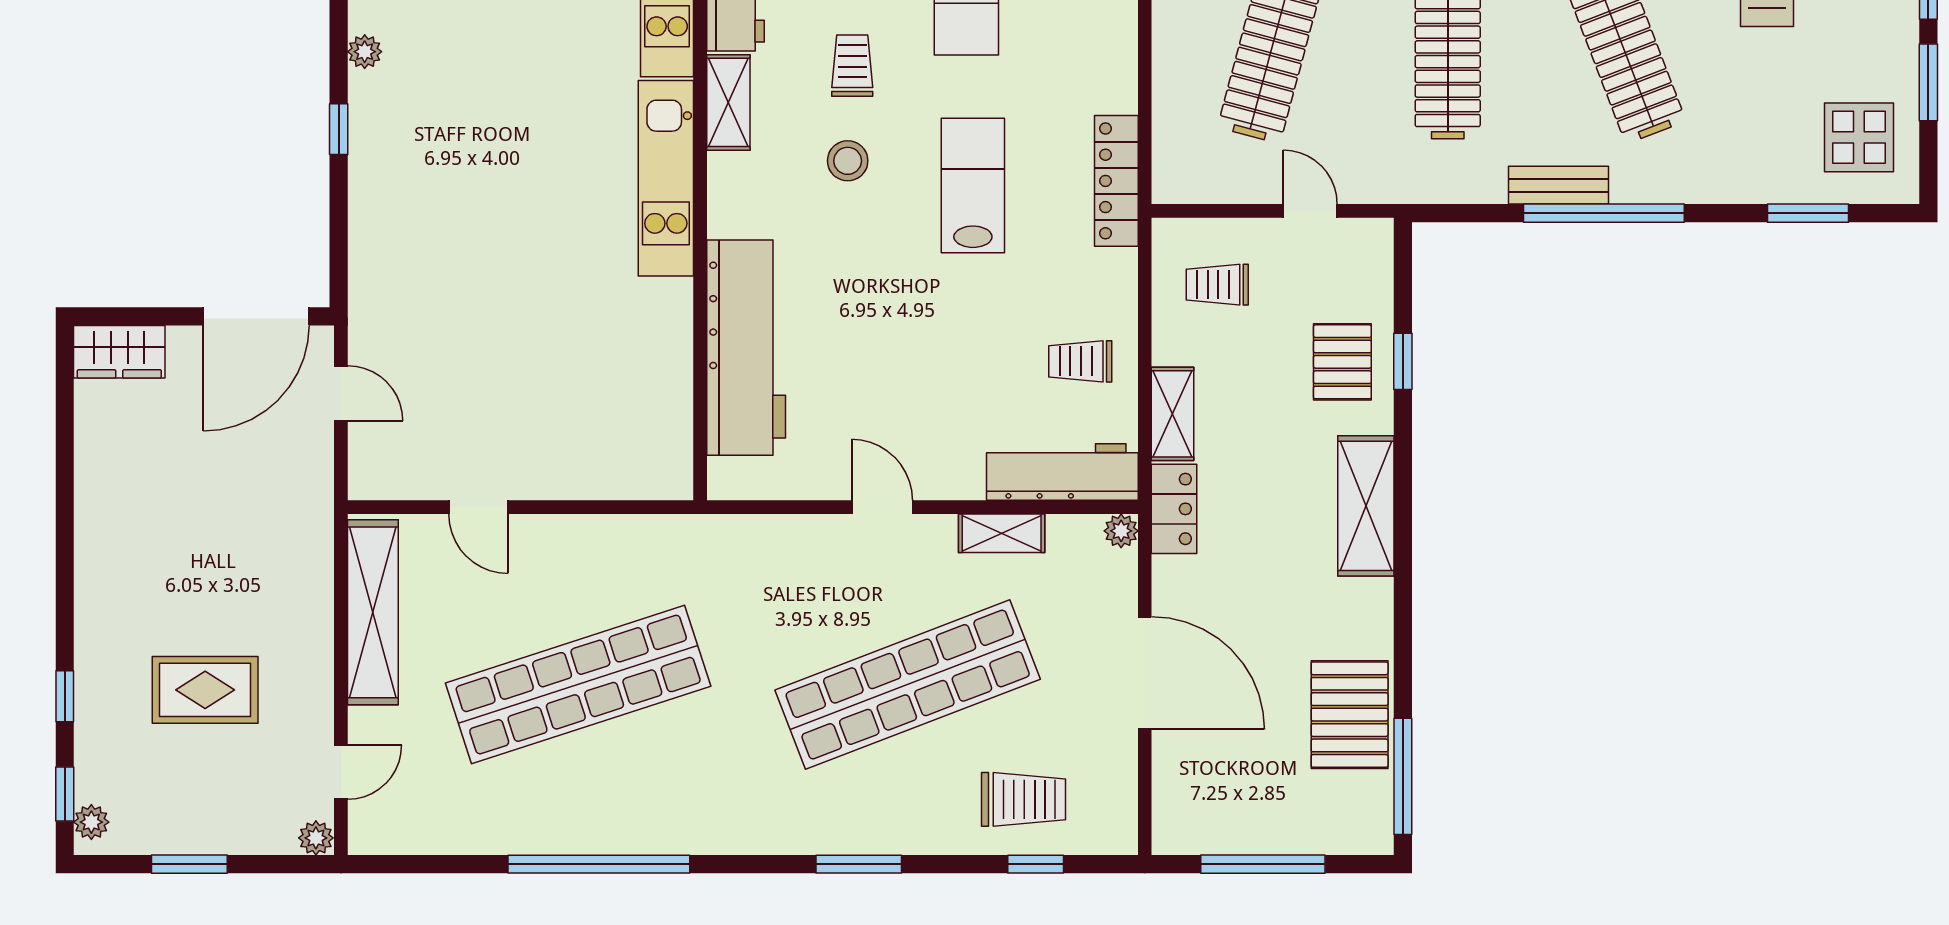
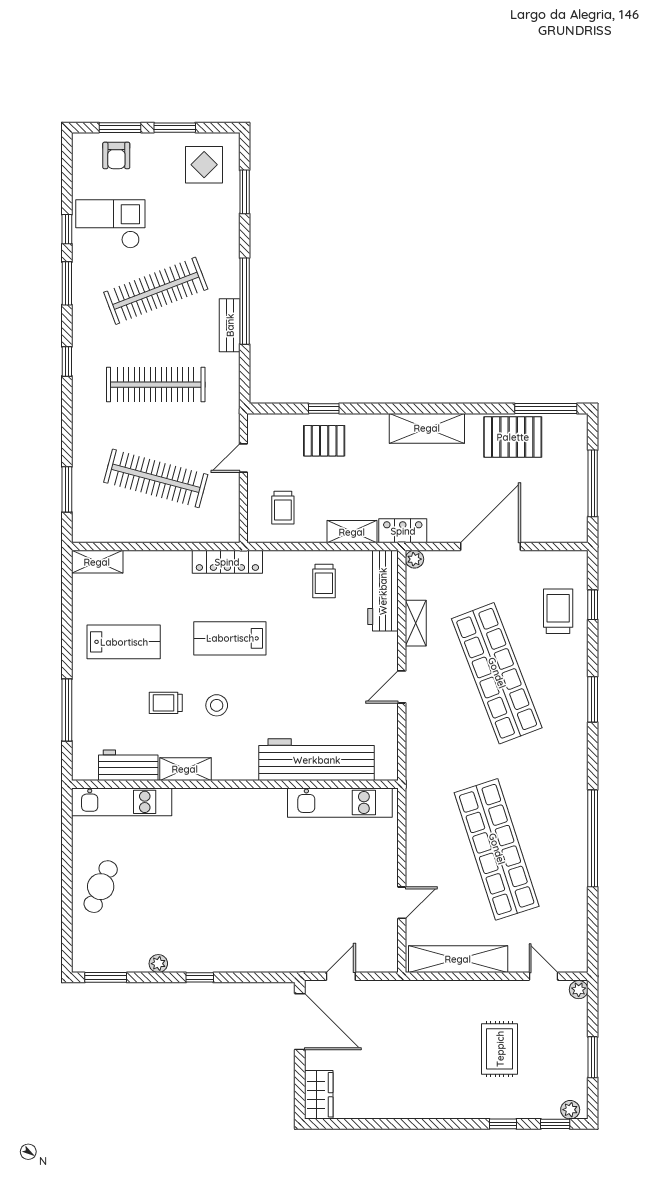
kitchen unit: (666, 178) -> (340, 803), moved
shelving: (1366, 506) -> (427, 428), moved

